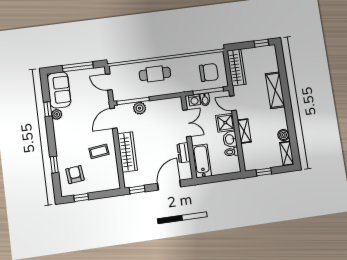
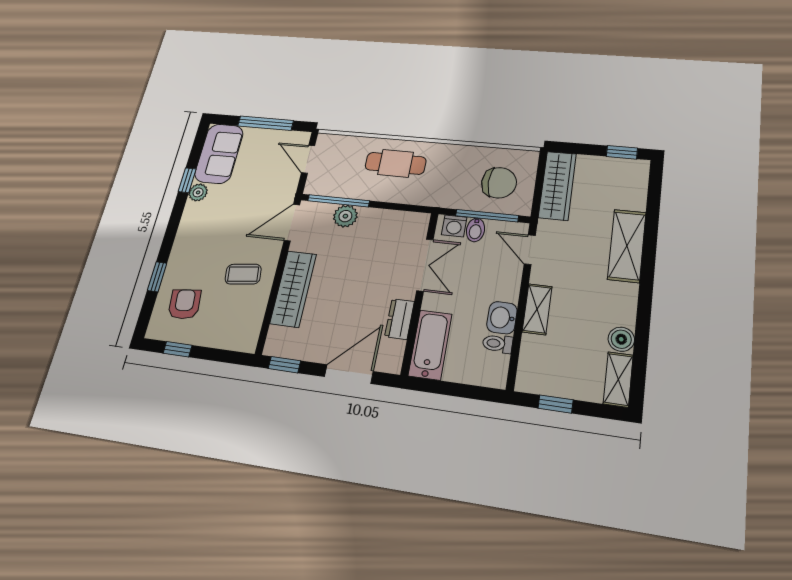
shower: (225, 123) -> (503, 283), removed

